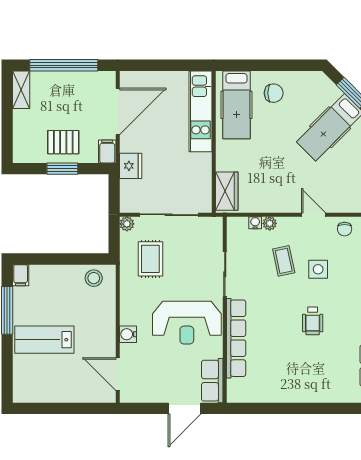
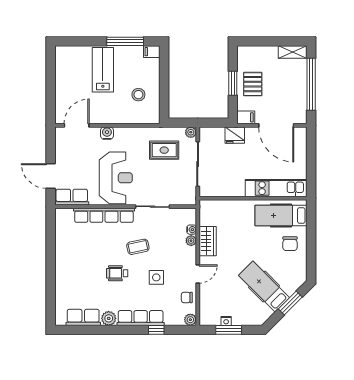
wardrobe: (227, 191) -> (208, 241), moved, turned -90
coffee table: (284, 261) -> (138, 247), moved
stool: (94, 278) -> (138, 95), moved
reception desk: (187, 323) -> (116, 178), turned 180

